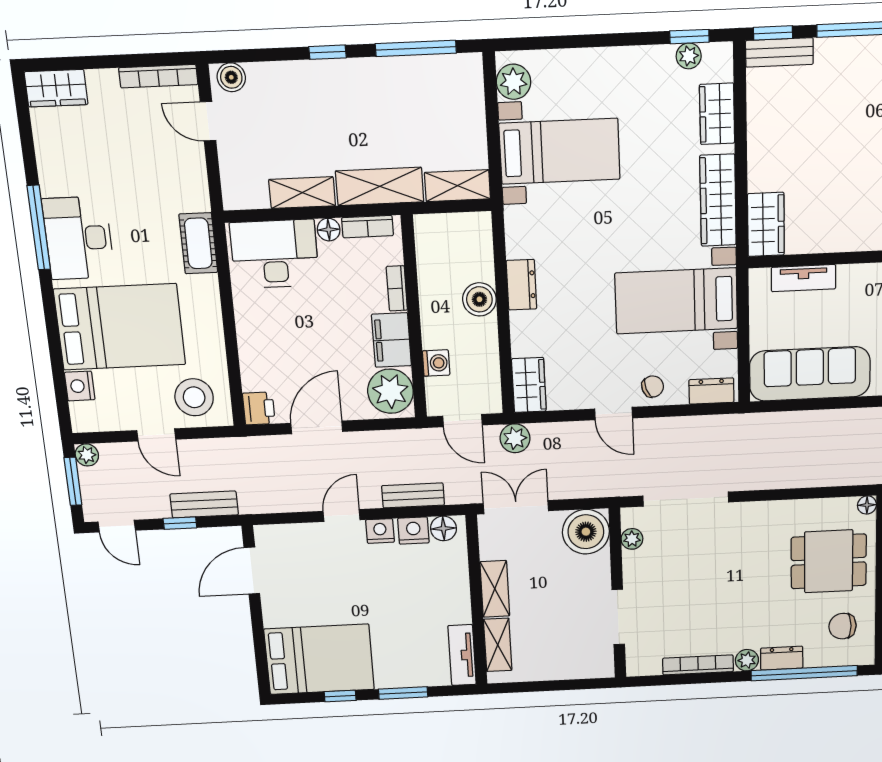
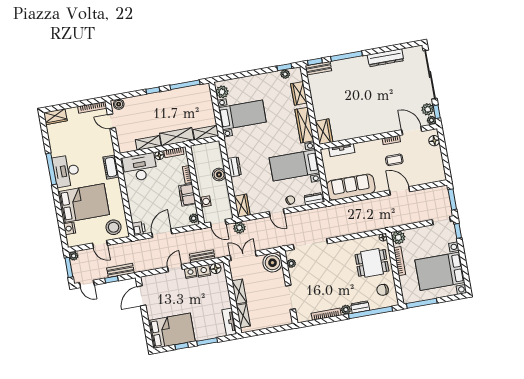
plant: (390, 391) -> (194, 218), width x0.53, depth x0.53

